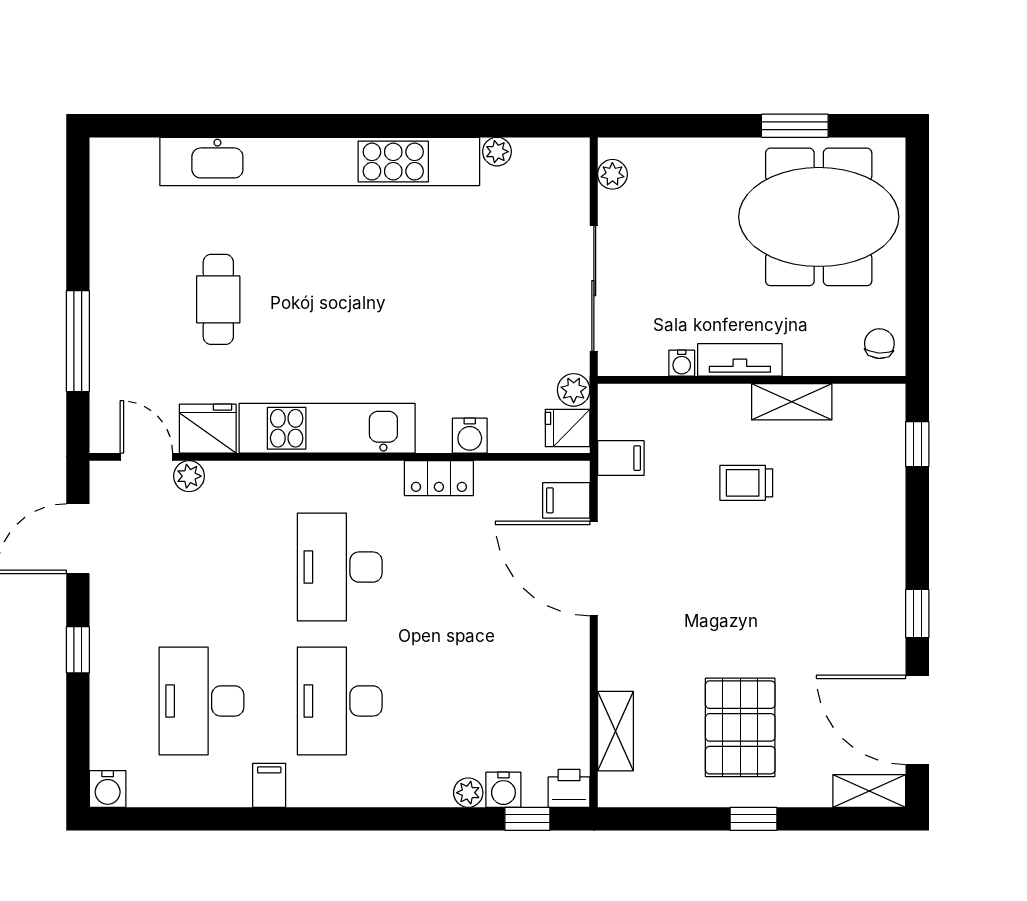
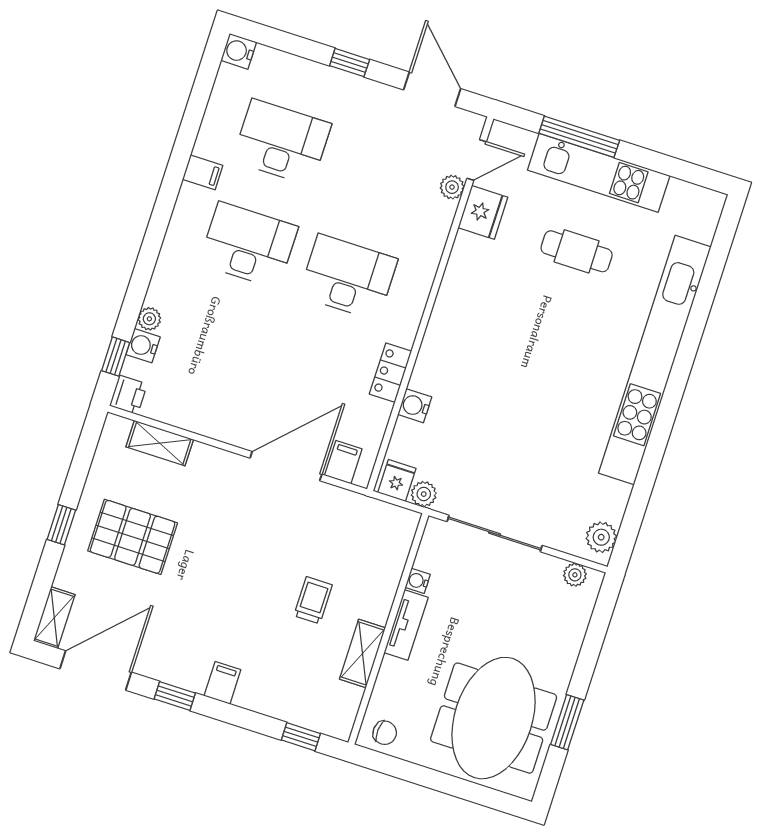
plant: (497, 152) -> (601, 537), moved, width x1.38, depth x1.38
kitchen unit: (327, 428) -> (599, 173), moved, turned 90
filing cabinet: (621, 458) -> (222, 683), moved, turned 180

